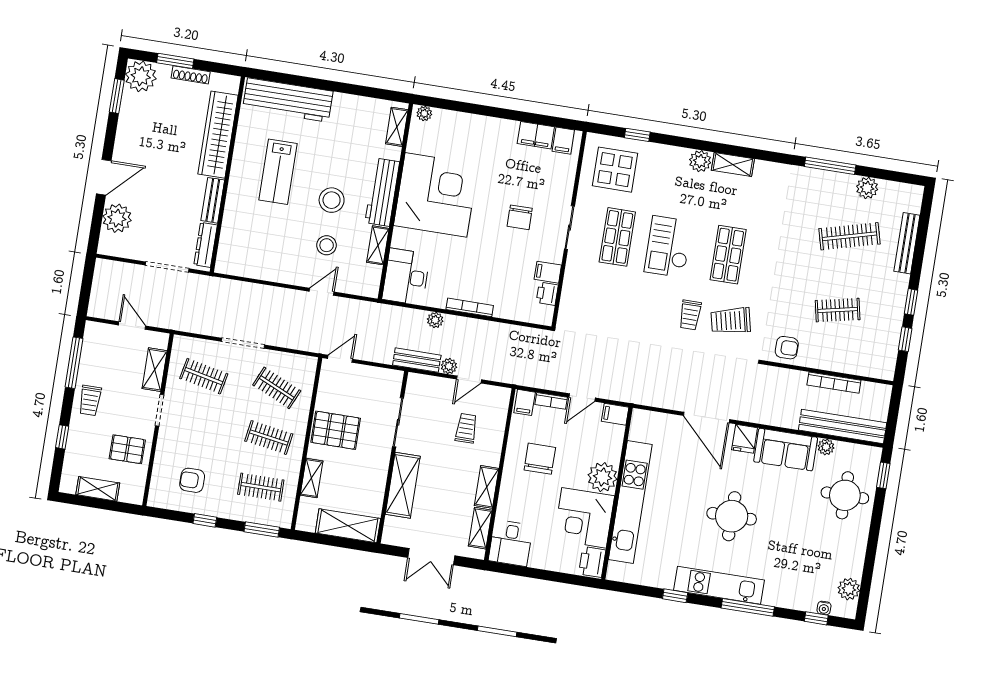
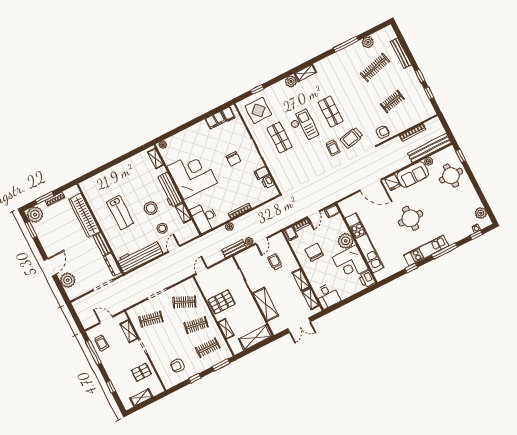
workbench: (288, 100) -> (140, 256), moved, turned 180
checkout: (668, 247) -> (303, 126), turned 180
trolley: (90, 400) -> (101, 343), moved

